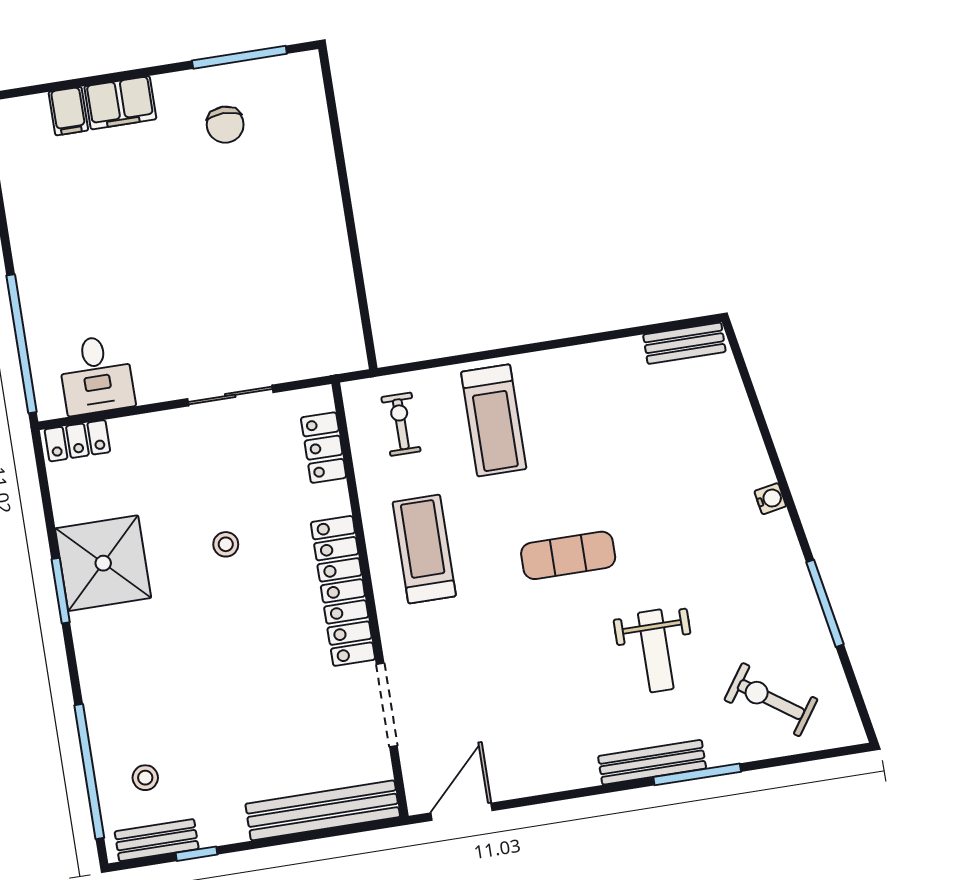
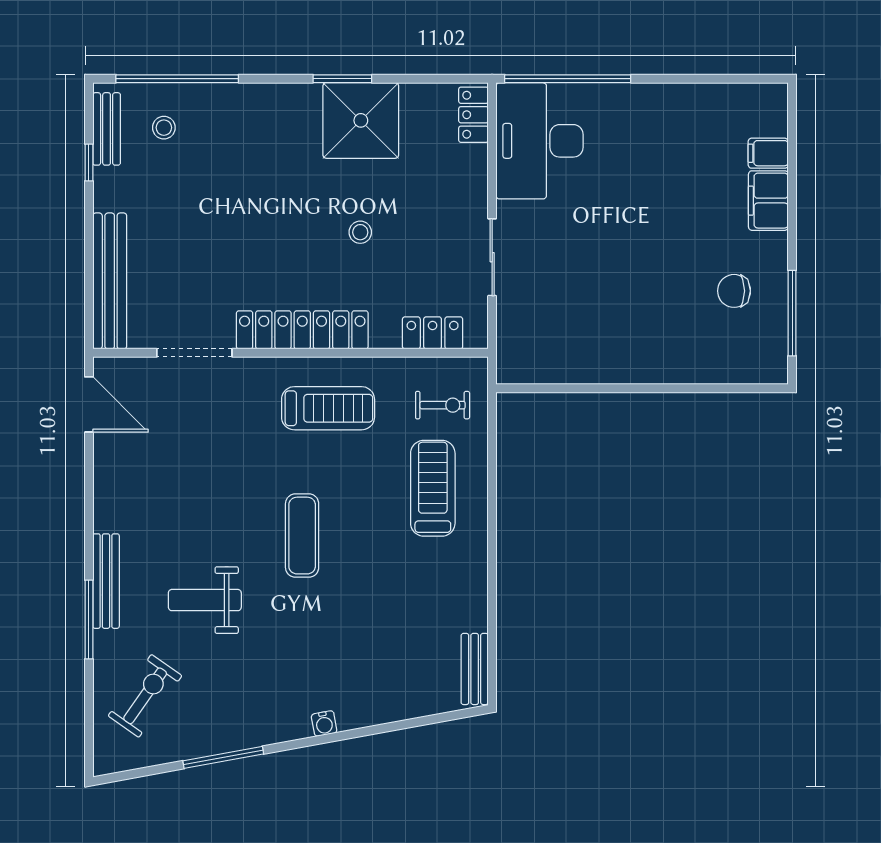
desk: (96, 375) -> (540, 141), width x1.87, depth x1.30
treadmill: (494, 420) -> (433, 488), turned 90

